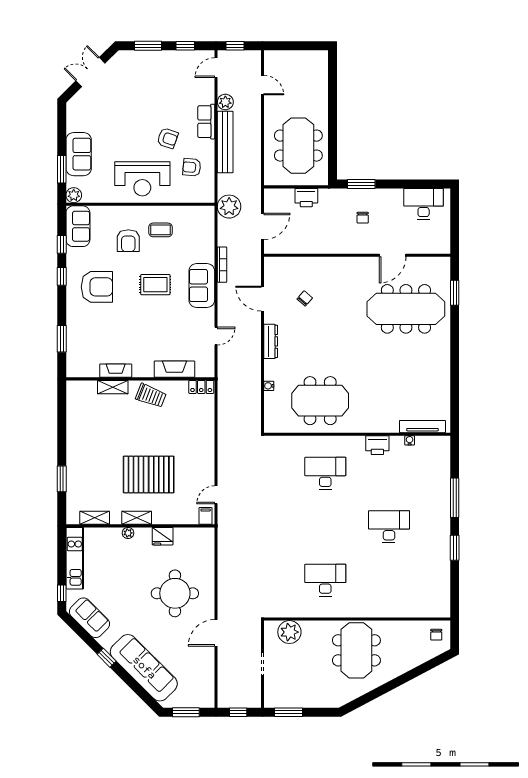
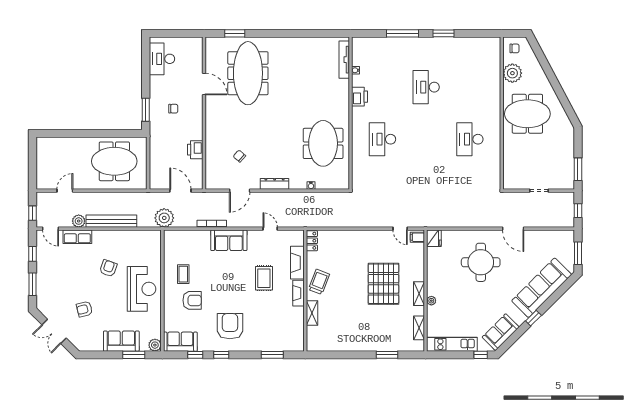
row of seats: (206, 122) -> (77, 237), moved
armchair: (192, 167) -> (84, 309), moved, turned 71
printer: (306, 198) -> (195, 150), moved, turned 180
rug: (155, 285) -> (264, 278), moved
fireplace: (116, 371) -> (299, 293), moved
fridge: (163, 536) -> (434, 238), moved
plant: (289, 632) -> (512, 73), moved

